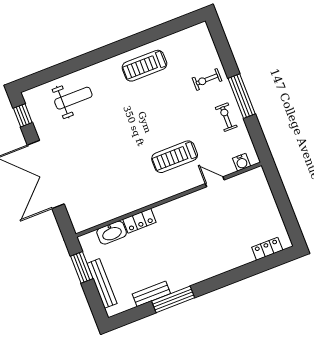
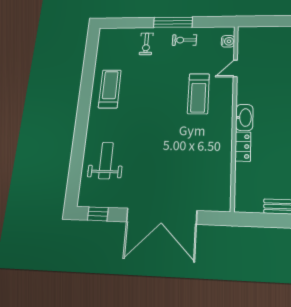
treadmill: (144, 66) -> (110, 89), turned 180
washbasin: (112, 233) -> (244, 117), moved
window: (82, 267) -> (266, 220), removed

